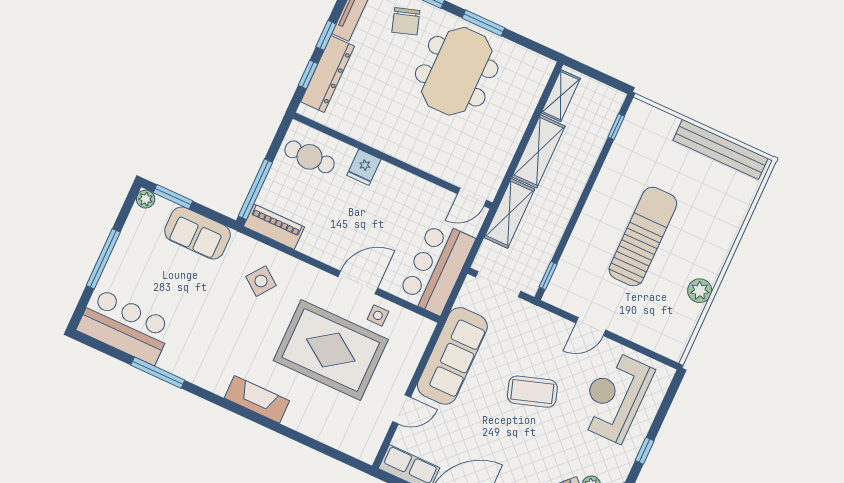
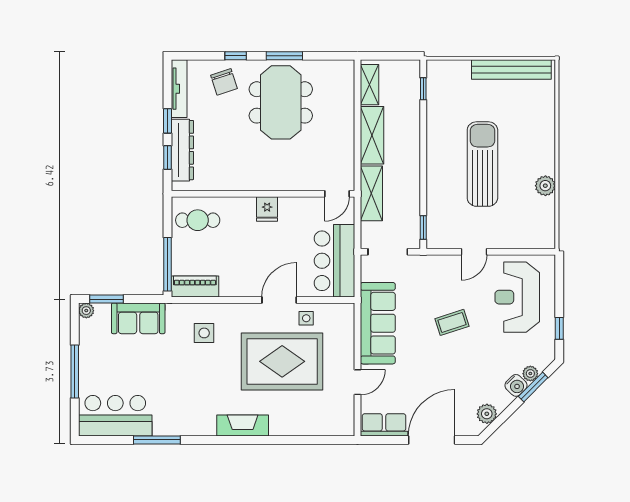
fridge: (364, 167) -> (267, 209), moved
side table: (261, 281) -> (204, 333), turned -37
coffee table: (532, 392) -> (452, 322), width x0.73, depth x0.77

